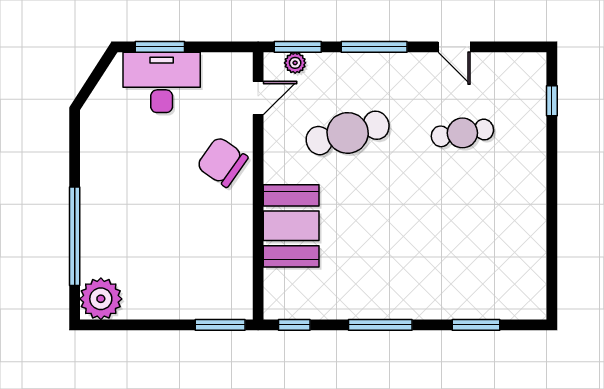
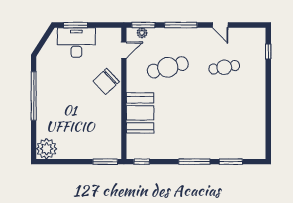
chair: (222, 162) -> (106, 81), turned -78
window: (75, 236) -> (34, 96), moved
window: (380, 325) -> (194, 162), moved

